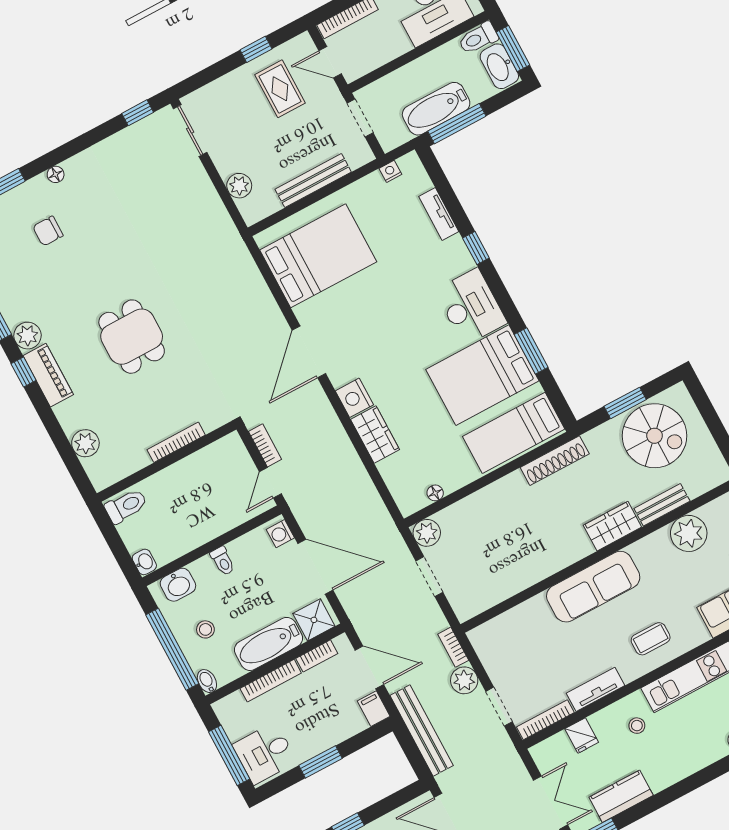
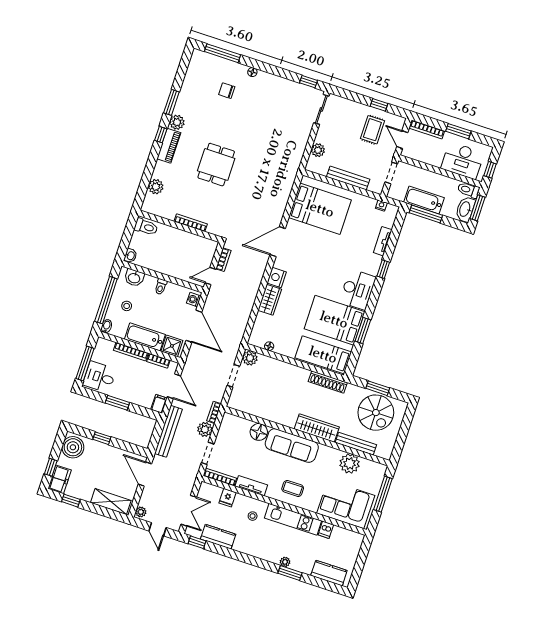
bench: (662, 505) -> (356, 444), width x1.36
wardrobe: (612, 526) -> (317, 428), width x1.50
floor lamp: (535, 613) -> (259, 432), added

